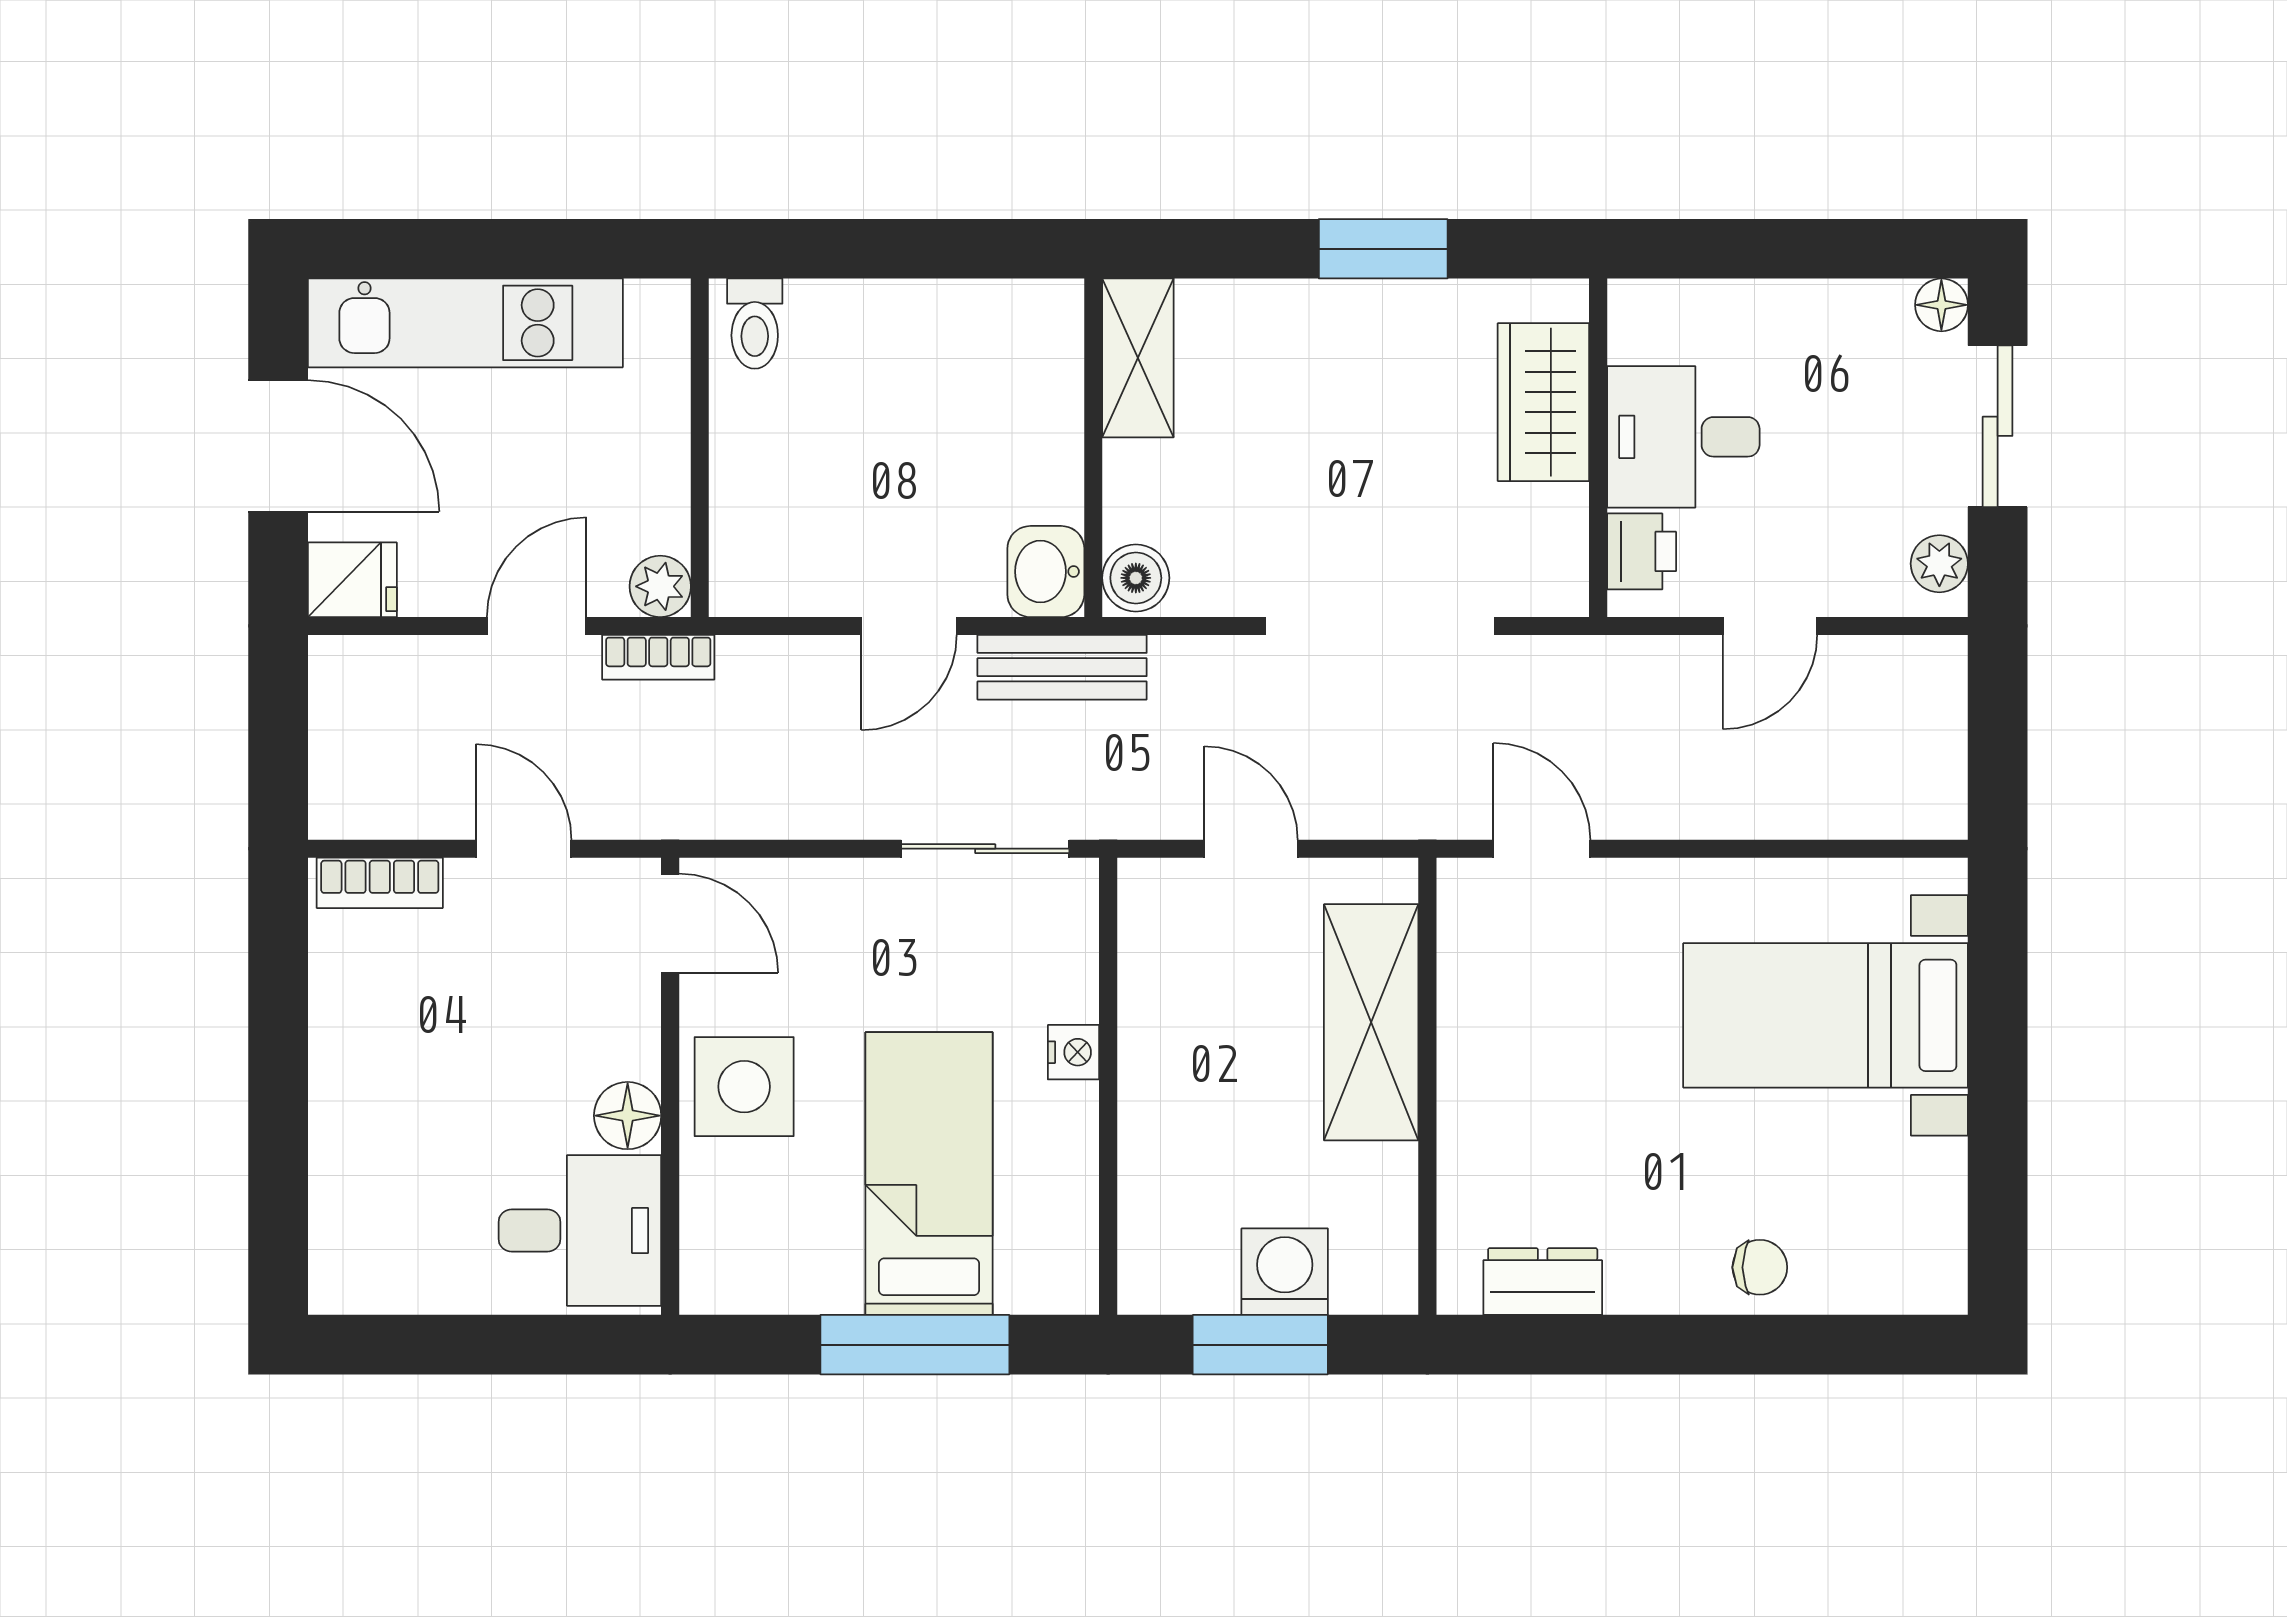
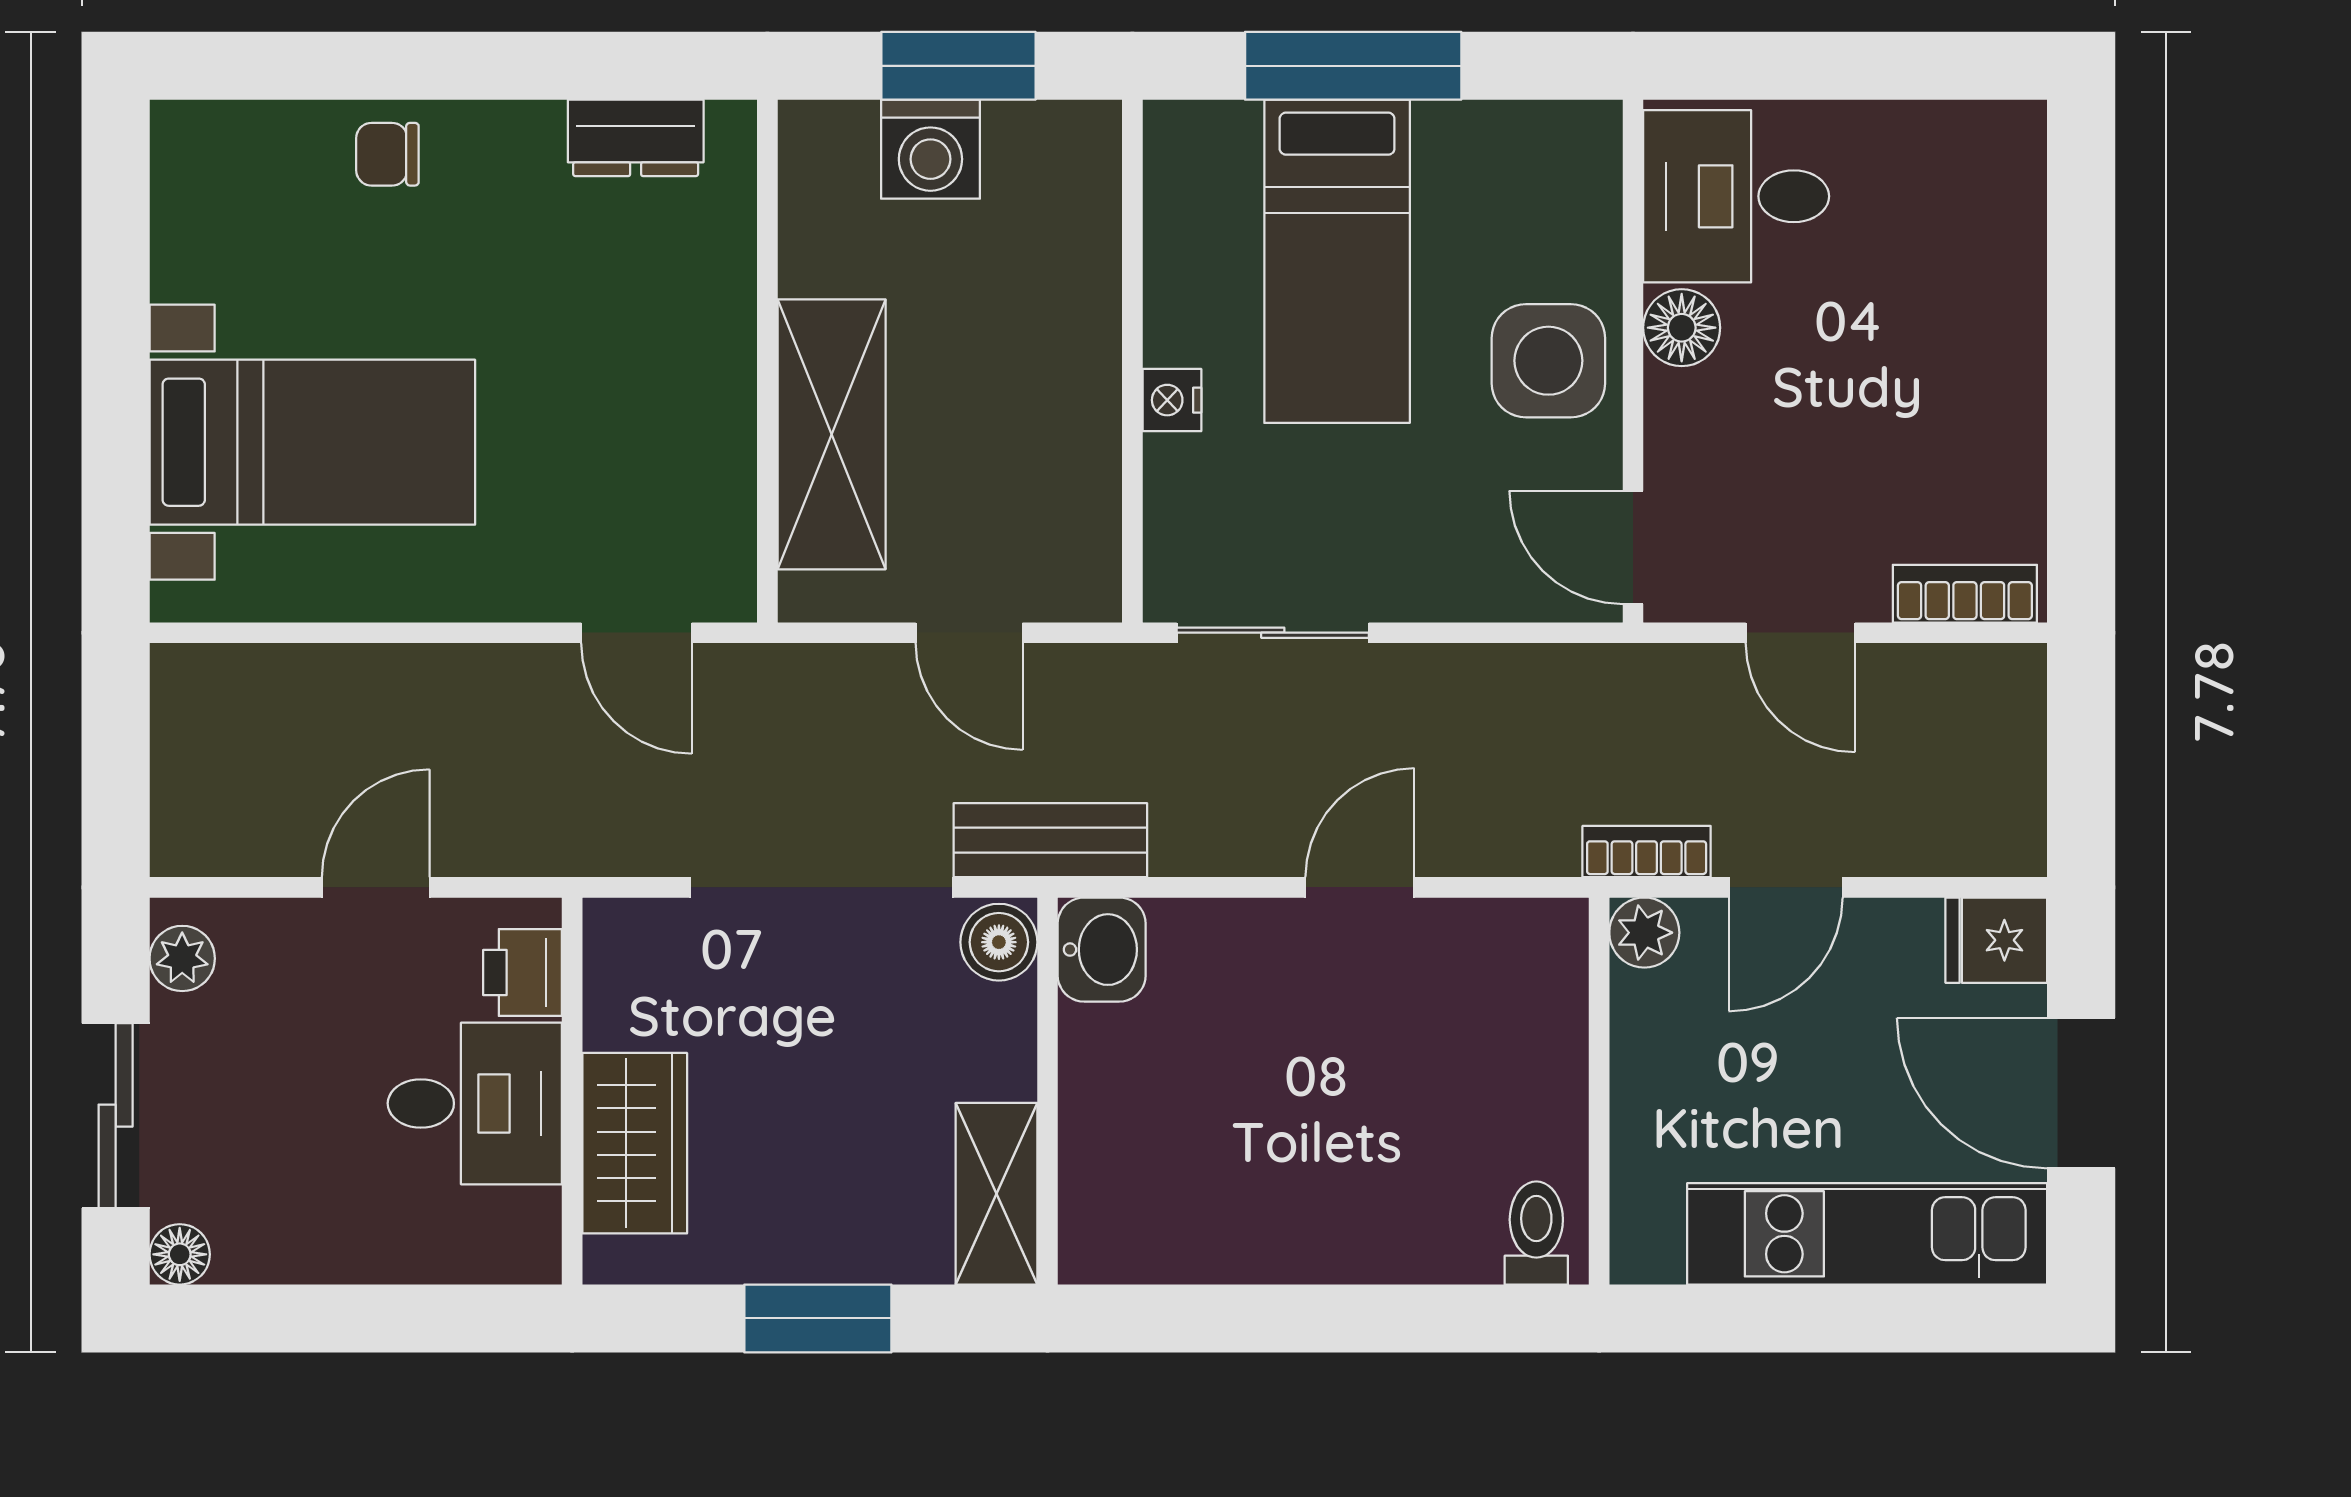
shelving: (1138, 358) -> (996, 1194), moved
wall: (1093, 448) -> (1047, 1091), moved
washbasin: (1046, 572) -> (1102, 950), moved
boiler: (1136, 578) -> (999, 942), moved
bench: (1062, 667) -> (1050, 840), moved

